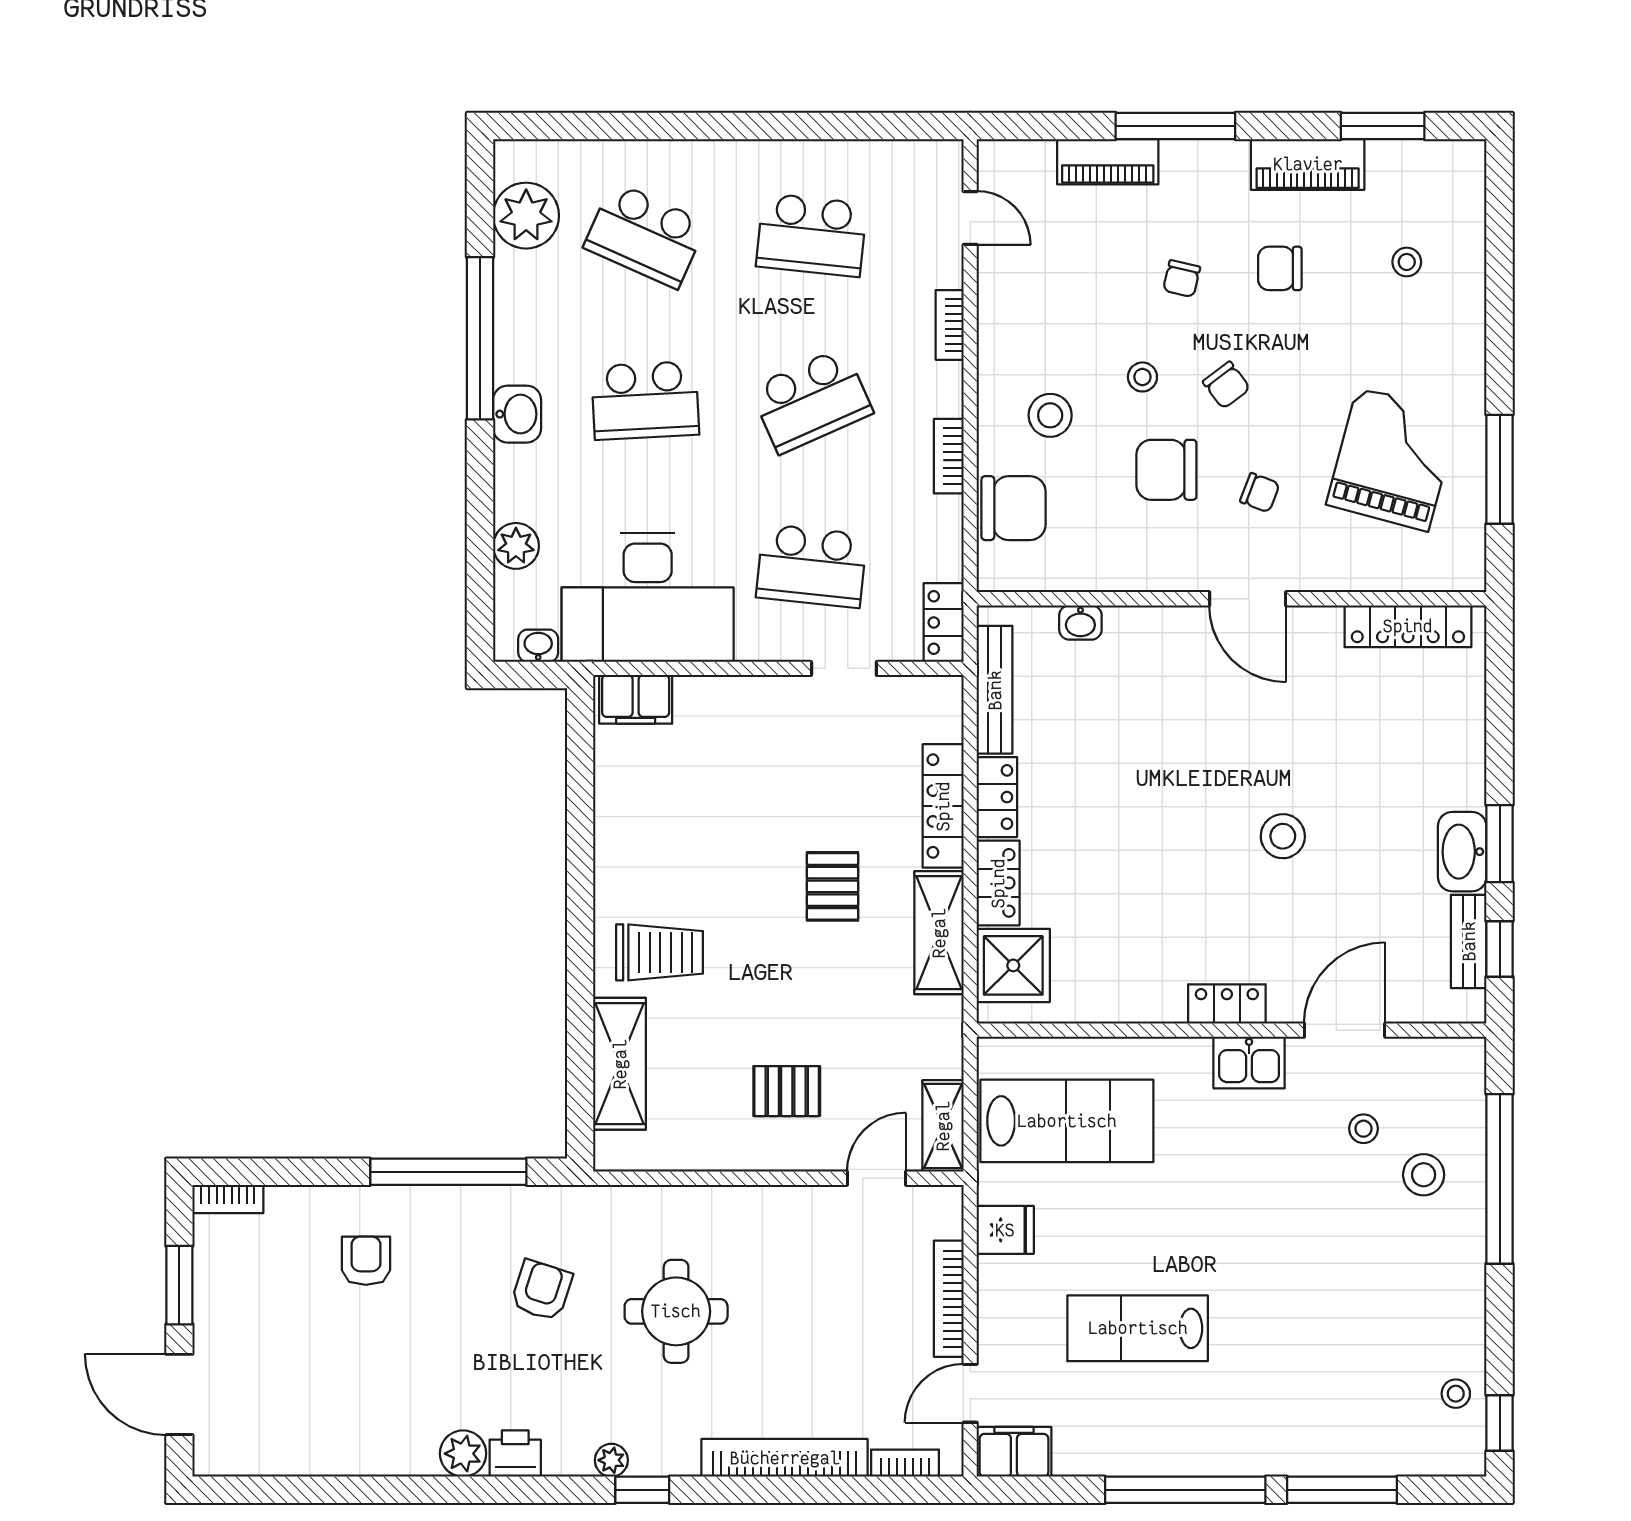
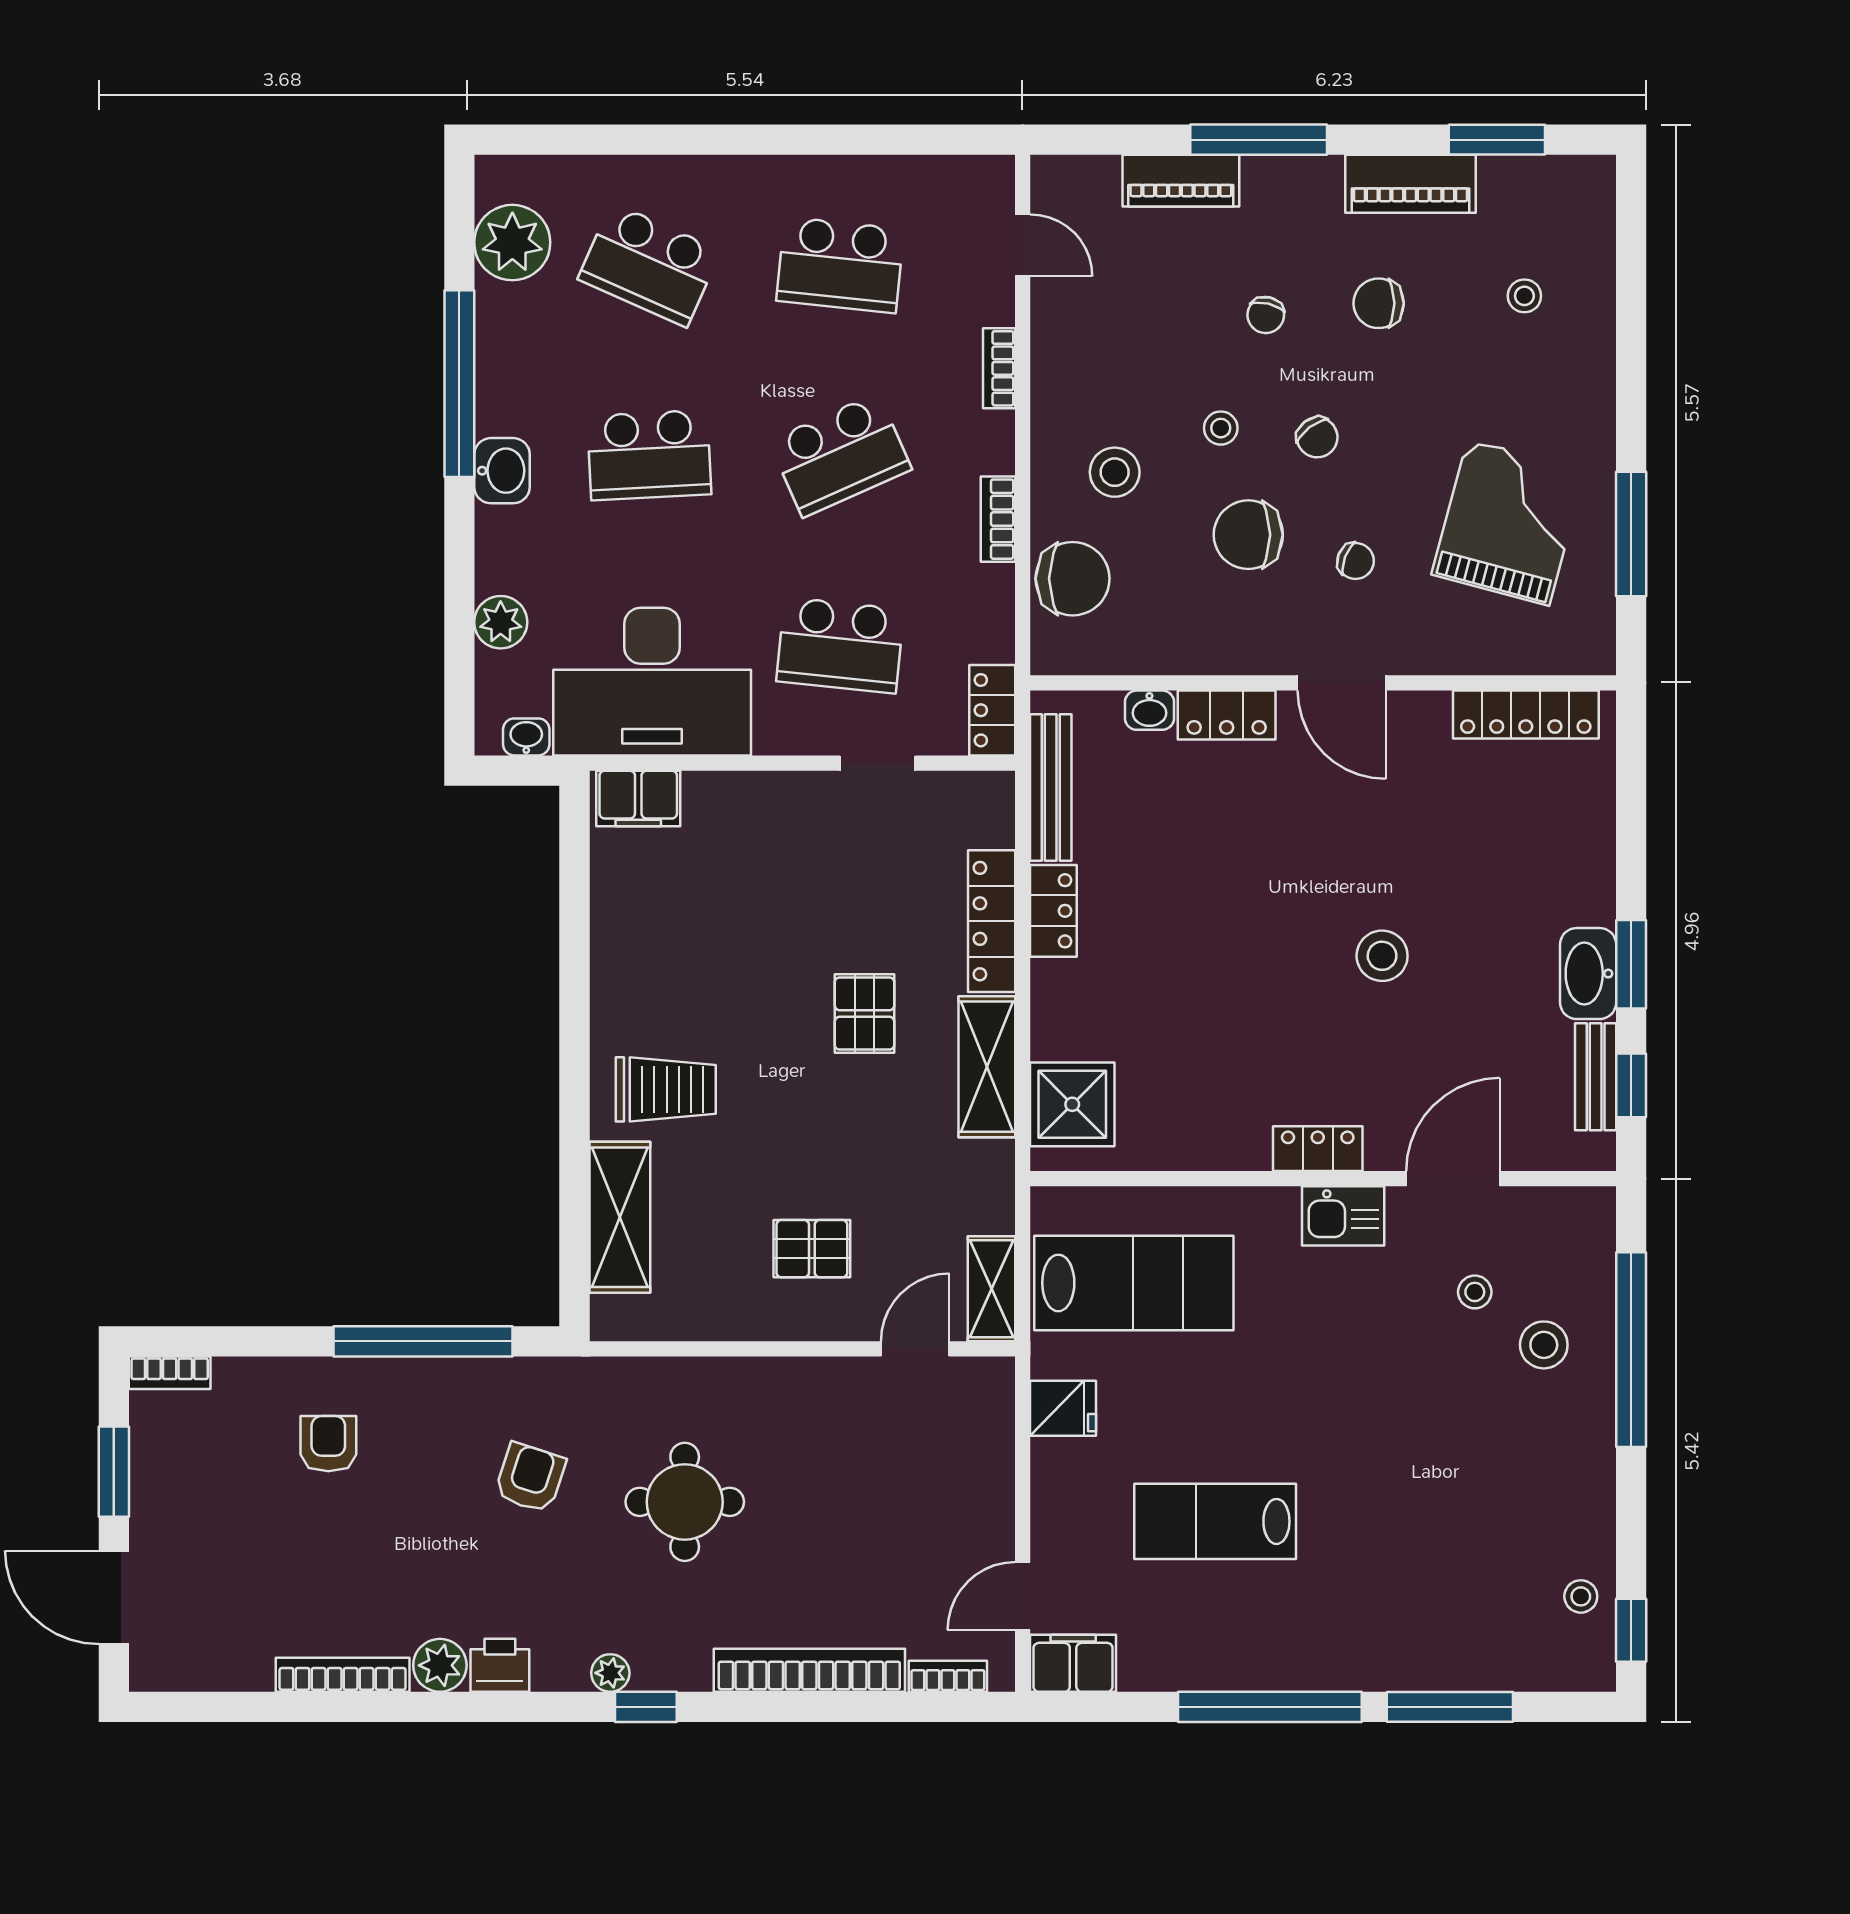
locker: (998, 883) -> (1227, 715), moved, turned 90
bookcase: (949, 1299) -> (343, 1675), moved, turned 90

